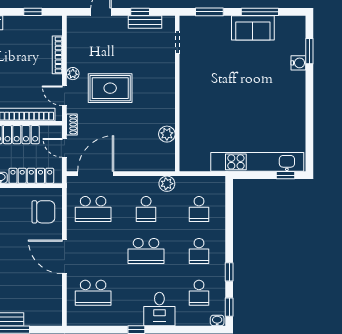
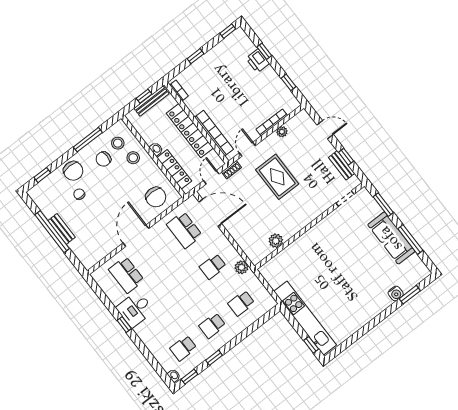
sofa: (253, 28) -> (391, 238), width x1.36
plant: (73, 74) -> (282, 132), moved
school desk: (146, 251) -> (184, 289), removed
desk: (159, 309) -> (135, 309), moved

